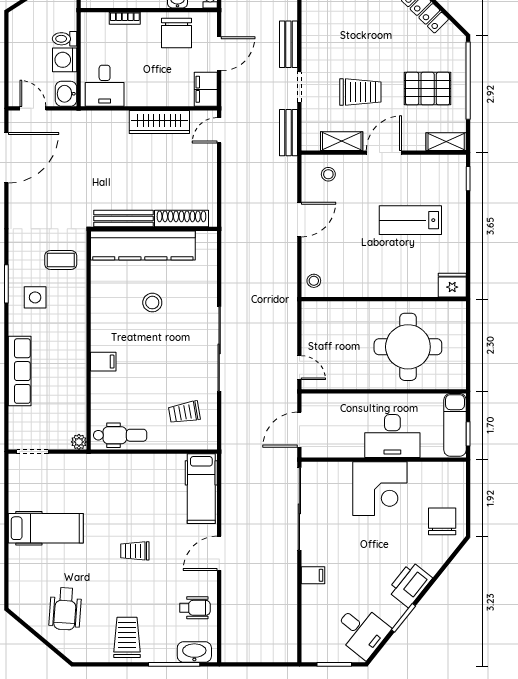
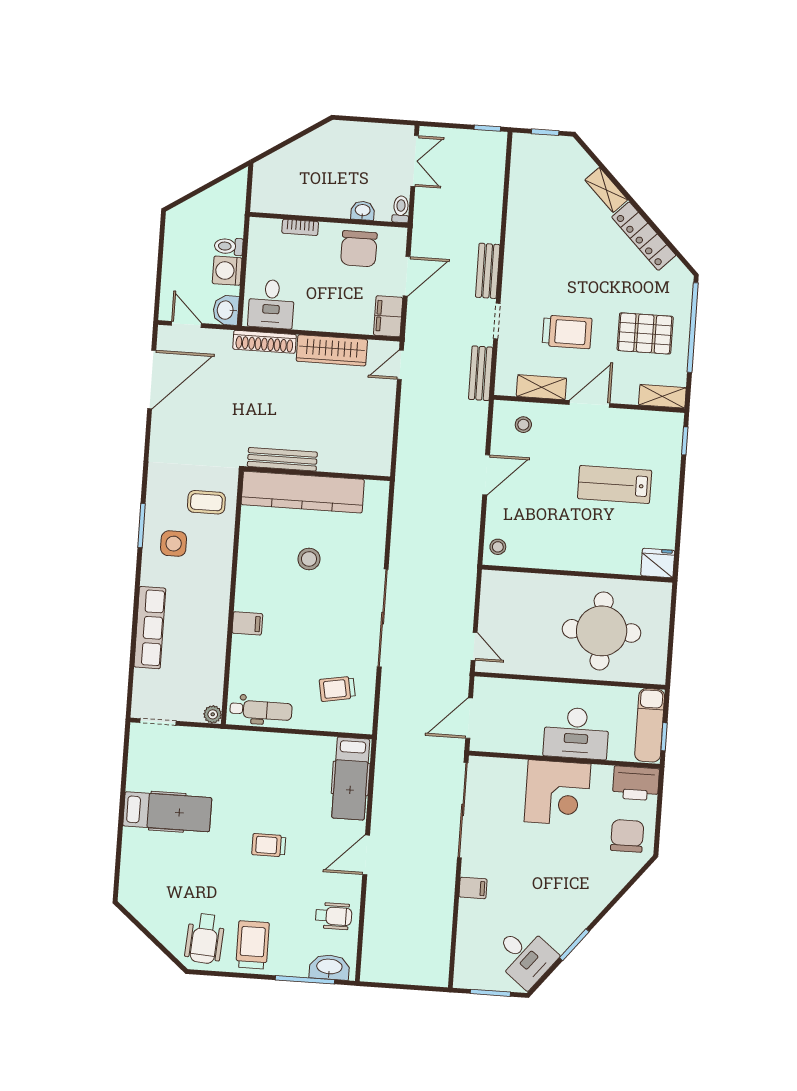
shoe rack: (181, 219) -> (264, 342), moved, turned 180
printer: (410, 584) -> (636, 783), moved, turned -129
wheelchair: (65, 609) -> (205, 939), moved

